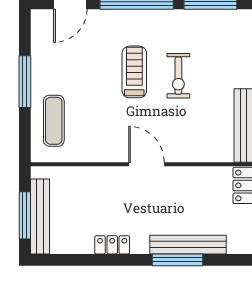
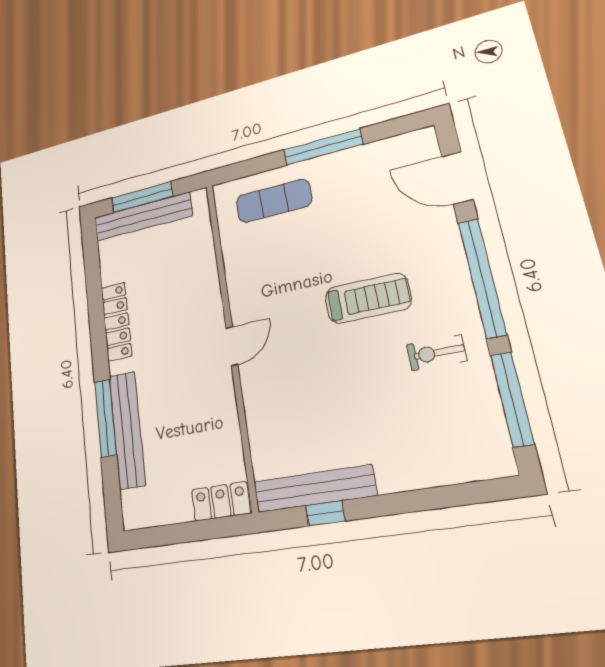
exercise bike: (178, 76) -> (437, 353), moved, width x0.73, depth x0.72
door: (146, 164) -> (232, 346), width x0.73
locker: (112, 245) -> (116, 321), width x1.53

